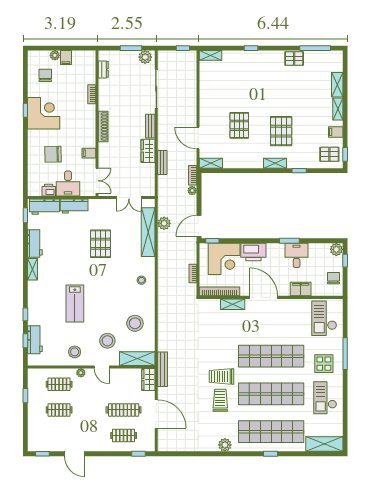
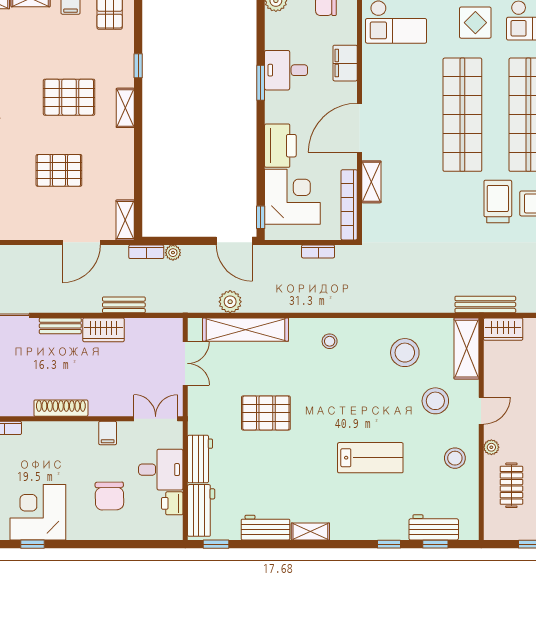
trolley: (221, 376) -> (498, 201), turned 180

